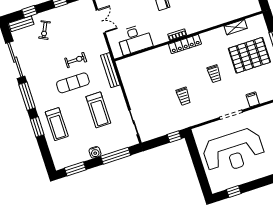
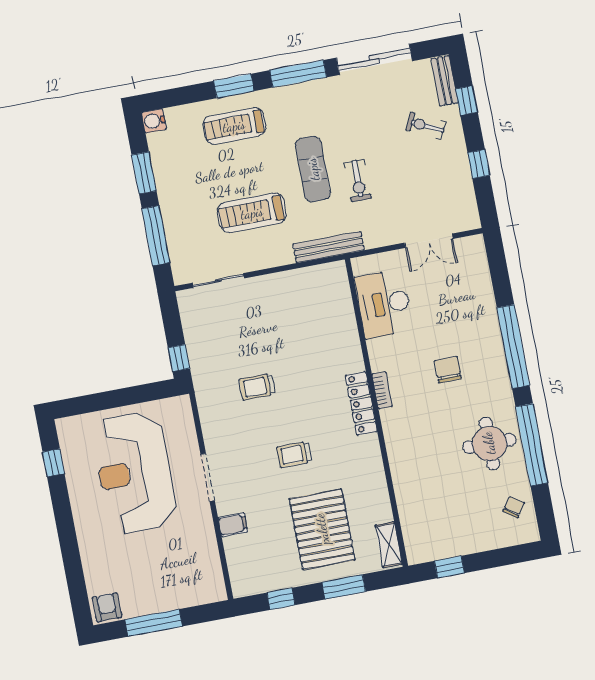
shelving: (236, 27) -> (389, 545), moved
water cooler: (95, 152) -> (154, 121), moved
window: (75, 169) -> (144, 173), moved

